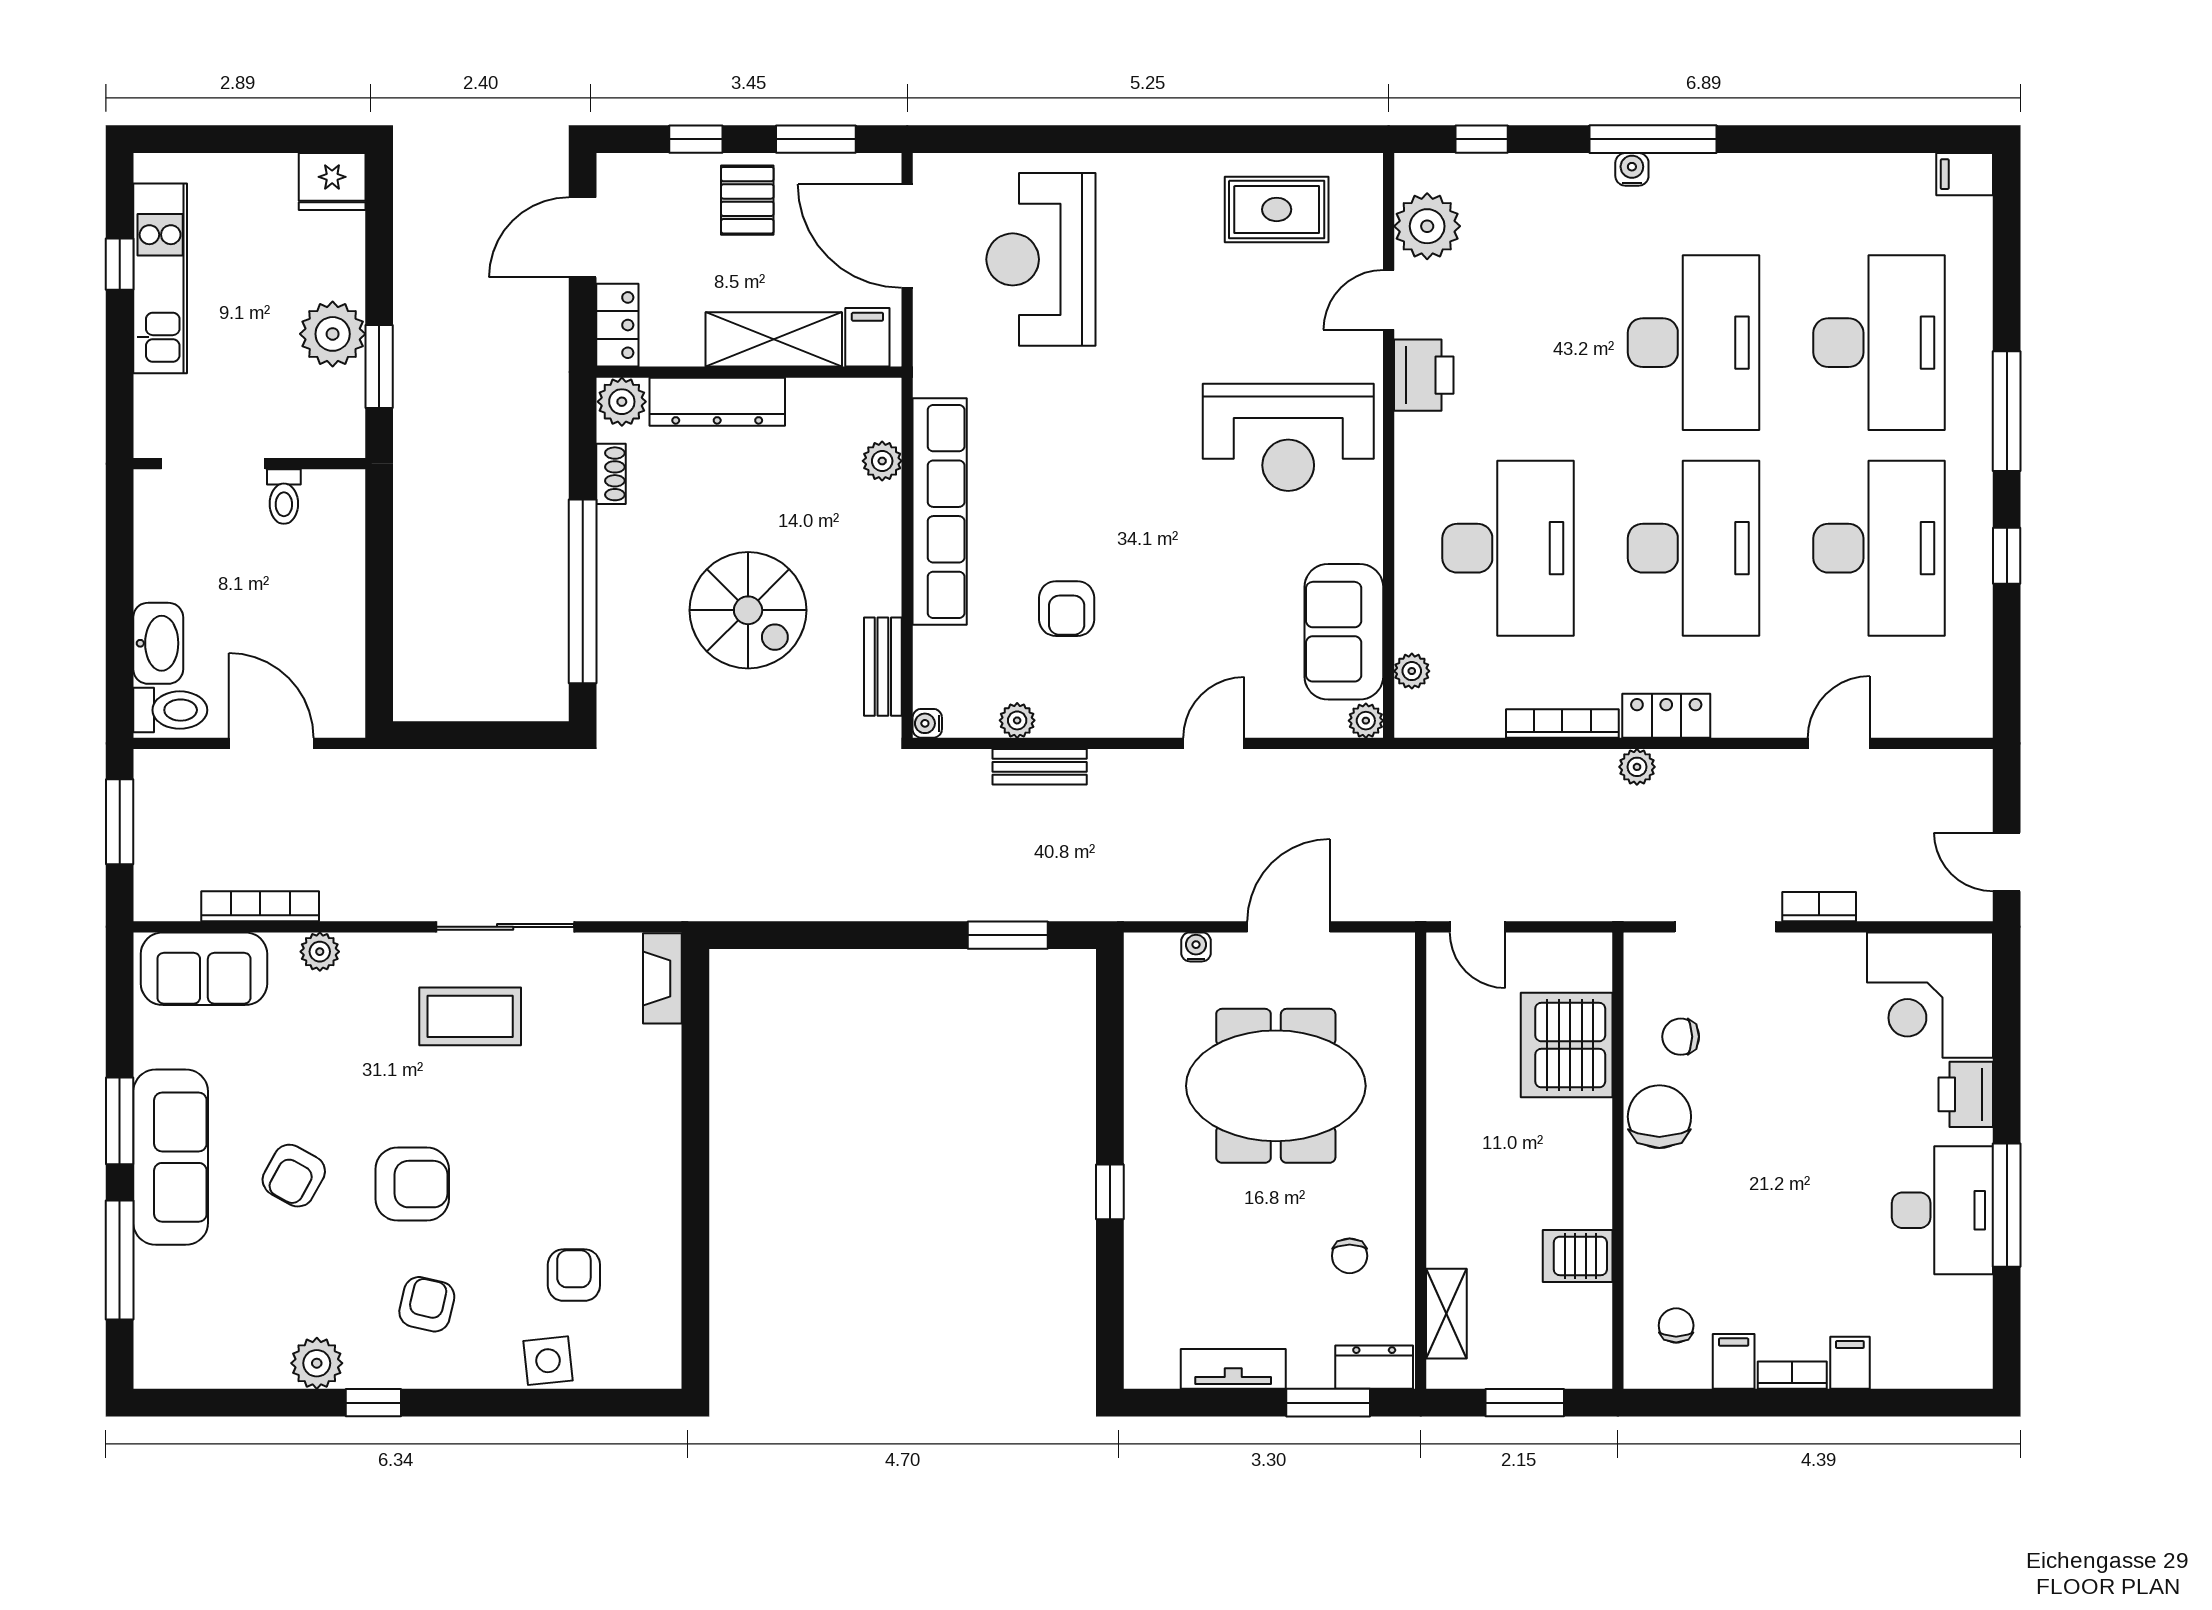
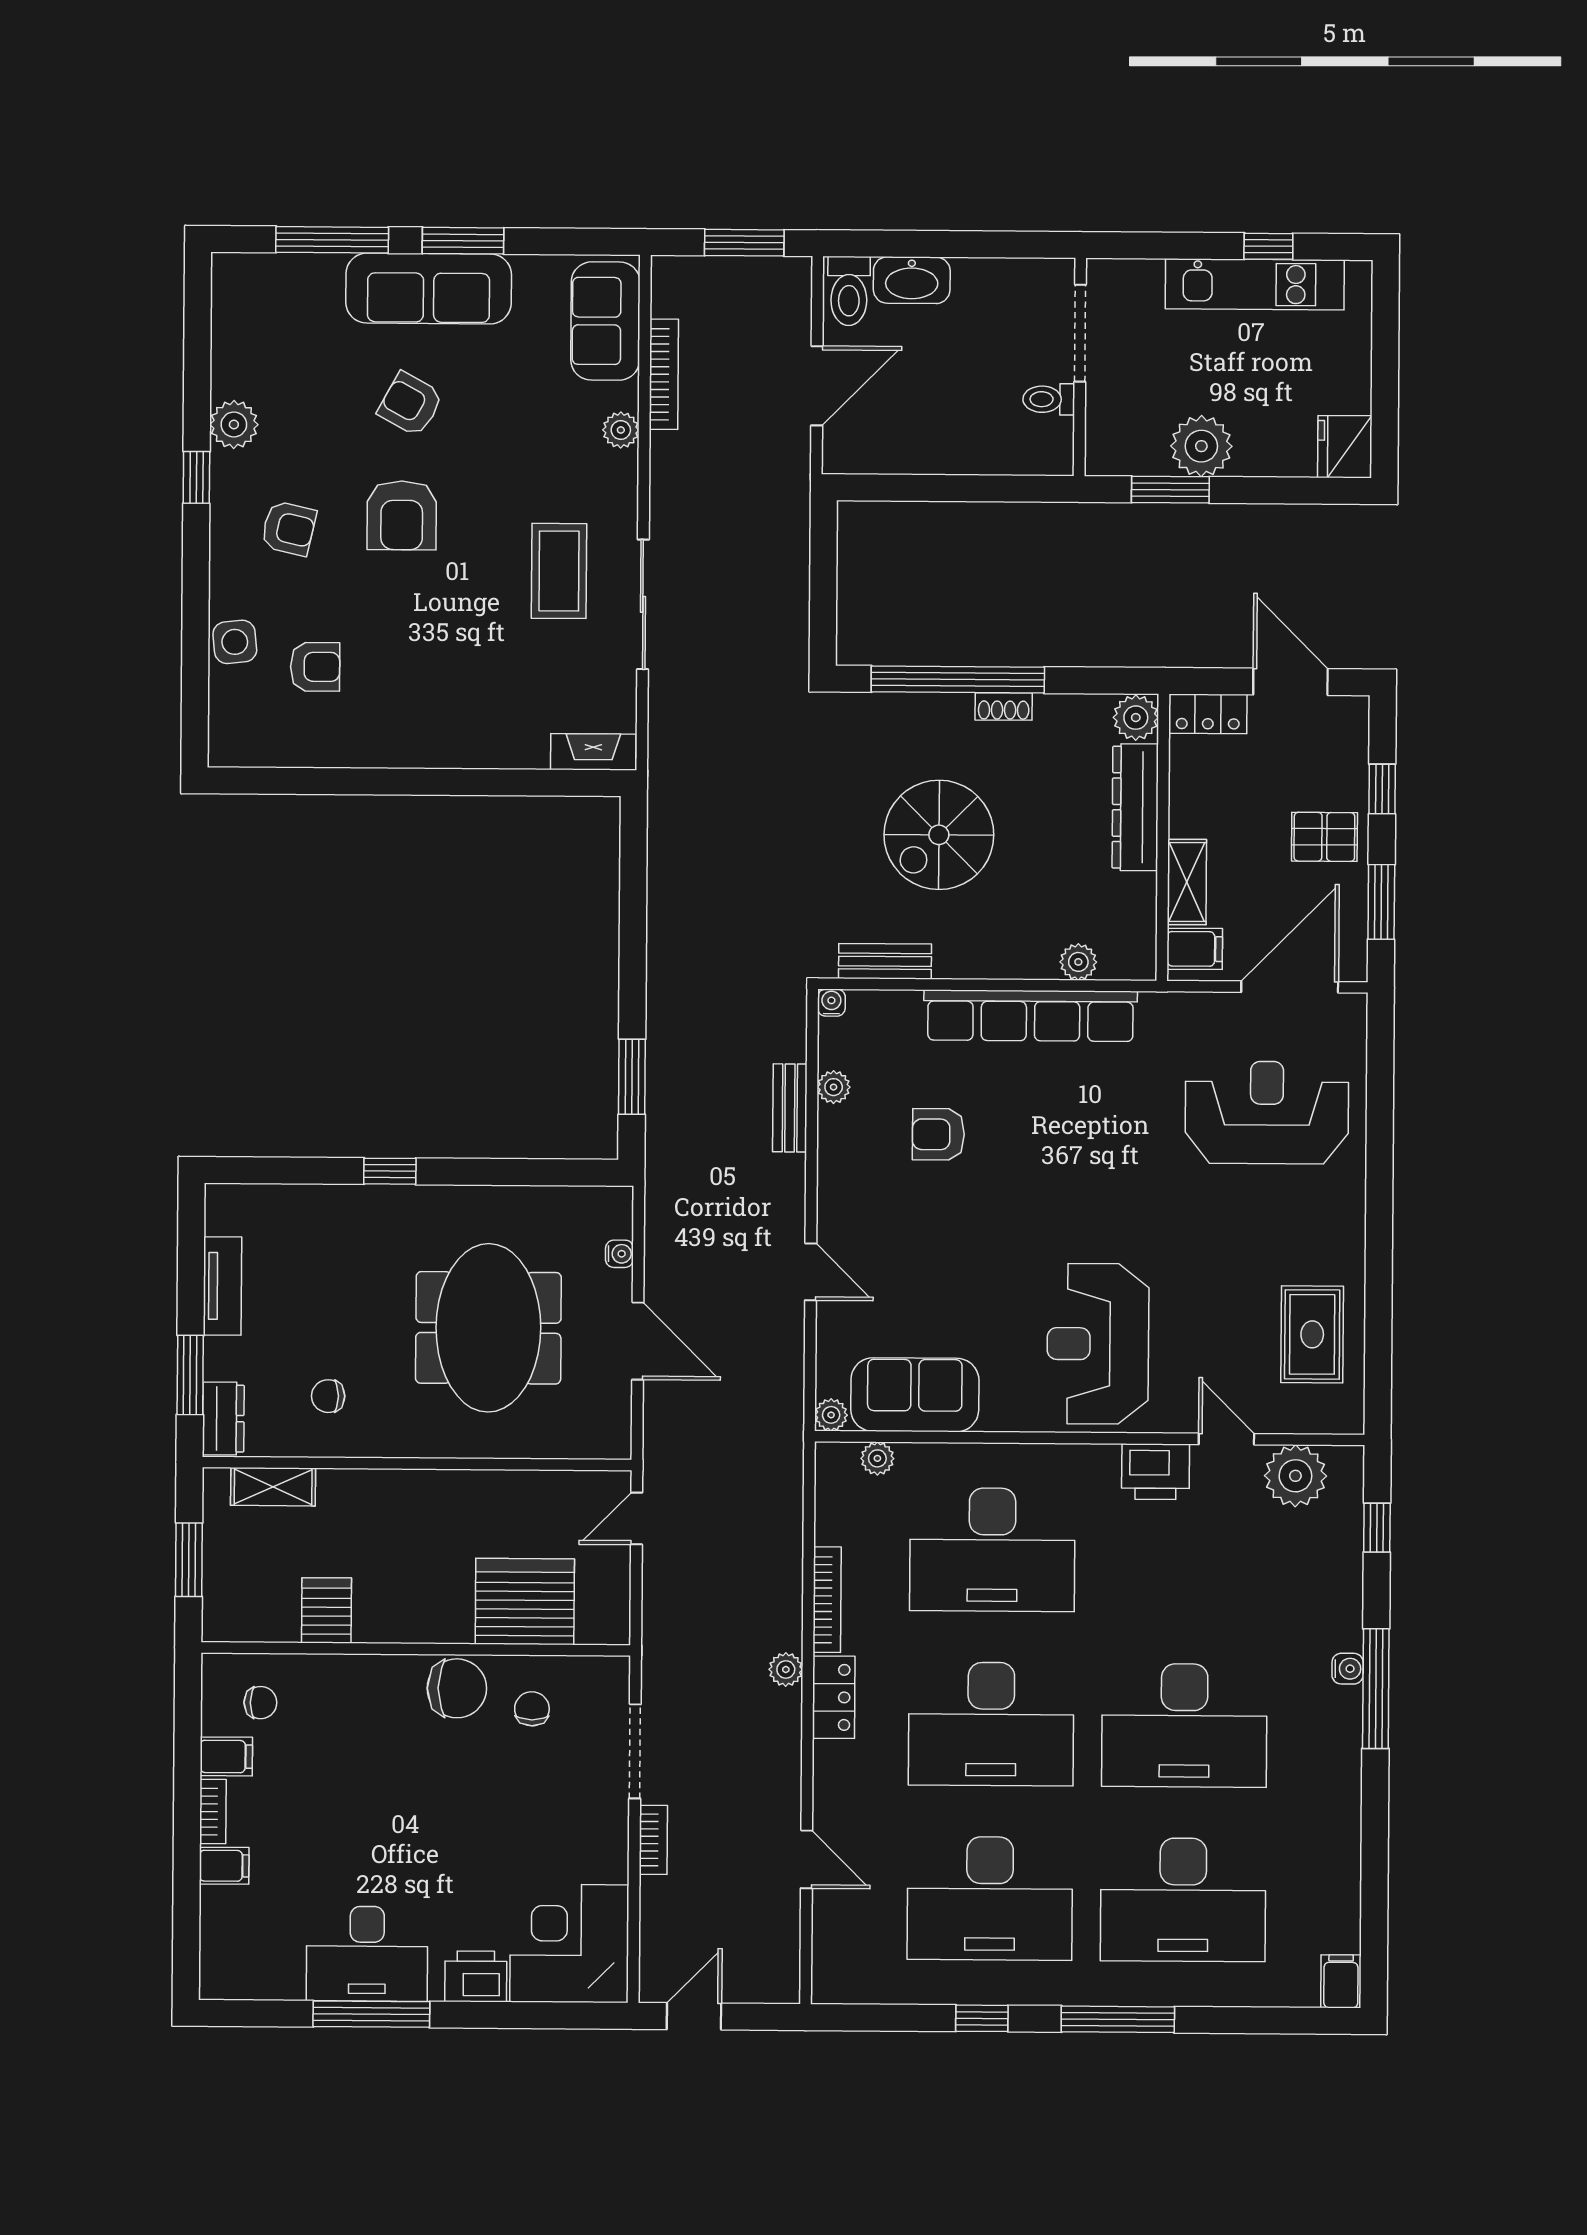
shelving: (774, 339) -> (1187, 882), width x0.67, depth x0.75
shoe rack: (611, 474) -> (1004, 706), moved

